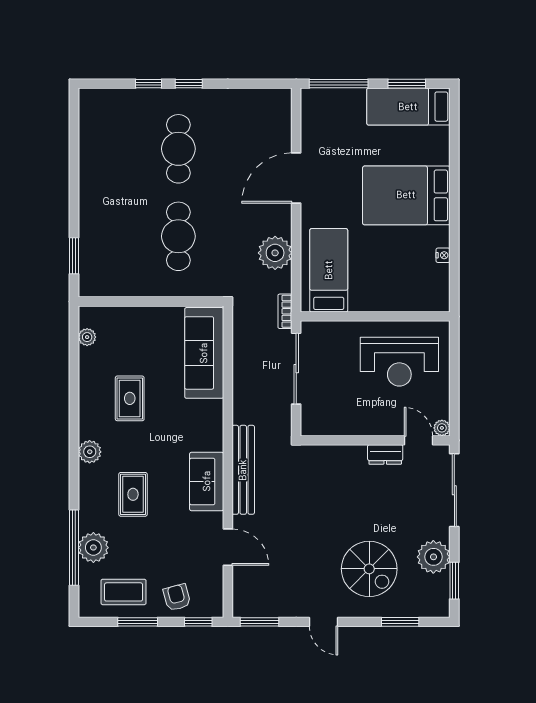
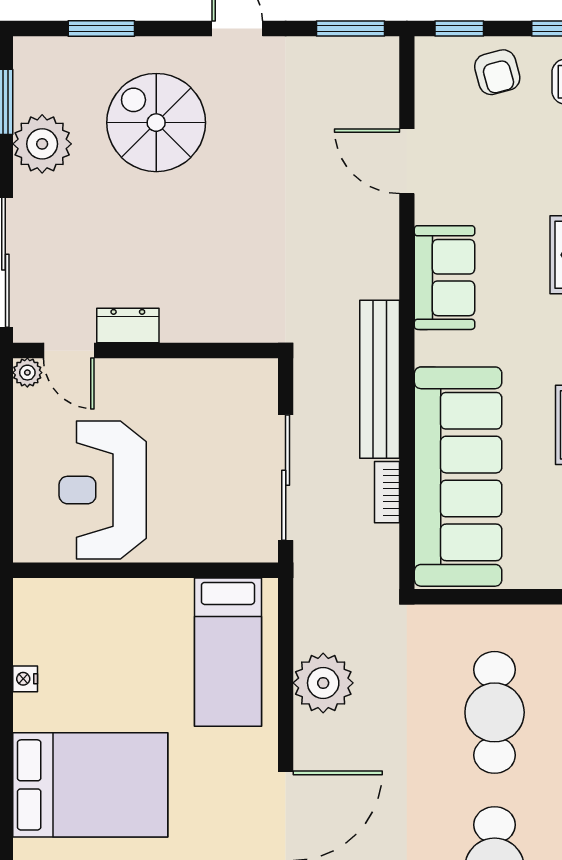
bookcase: (285, 311) -> (387, 492), moved, turned 180
sofa: (204, 353) -> (458, 477), width x1.36, depth x1.27
reception desk: (399, 362) -> (103, 490), turned -90
bench: (243, 470) -> (380, 379), moved

